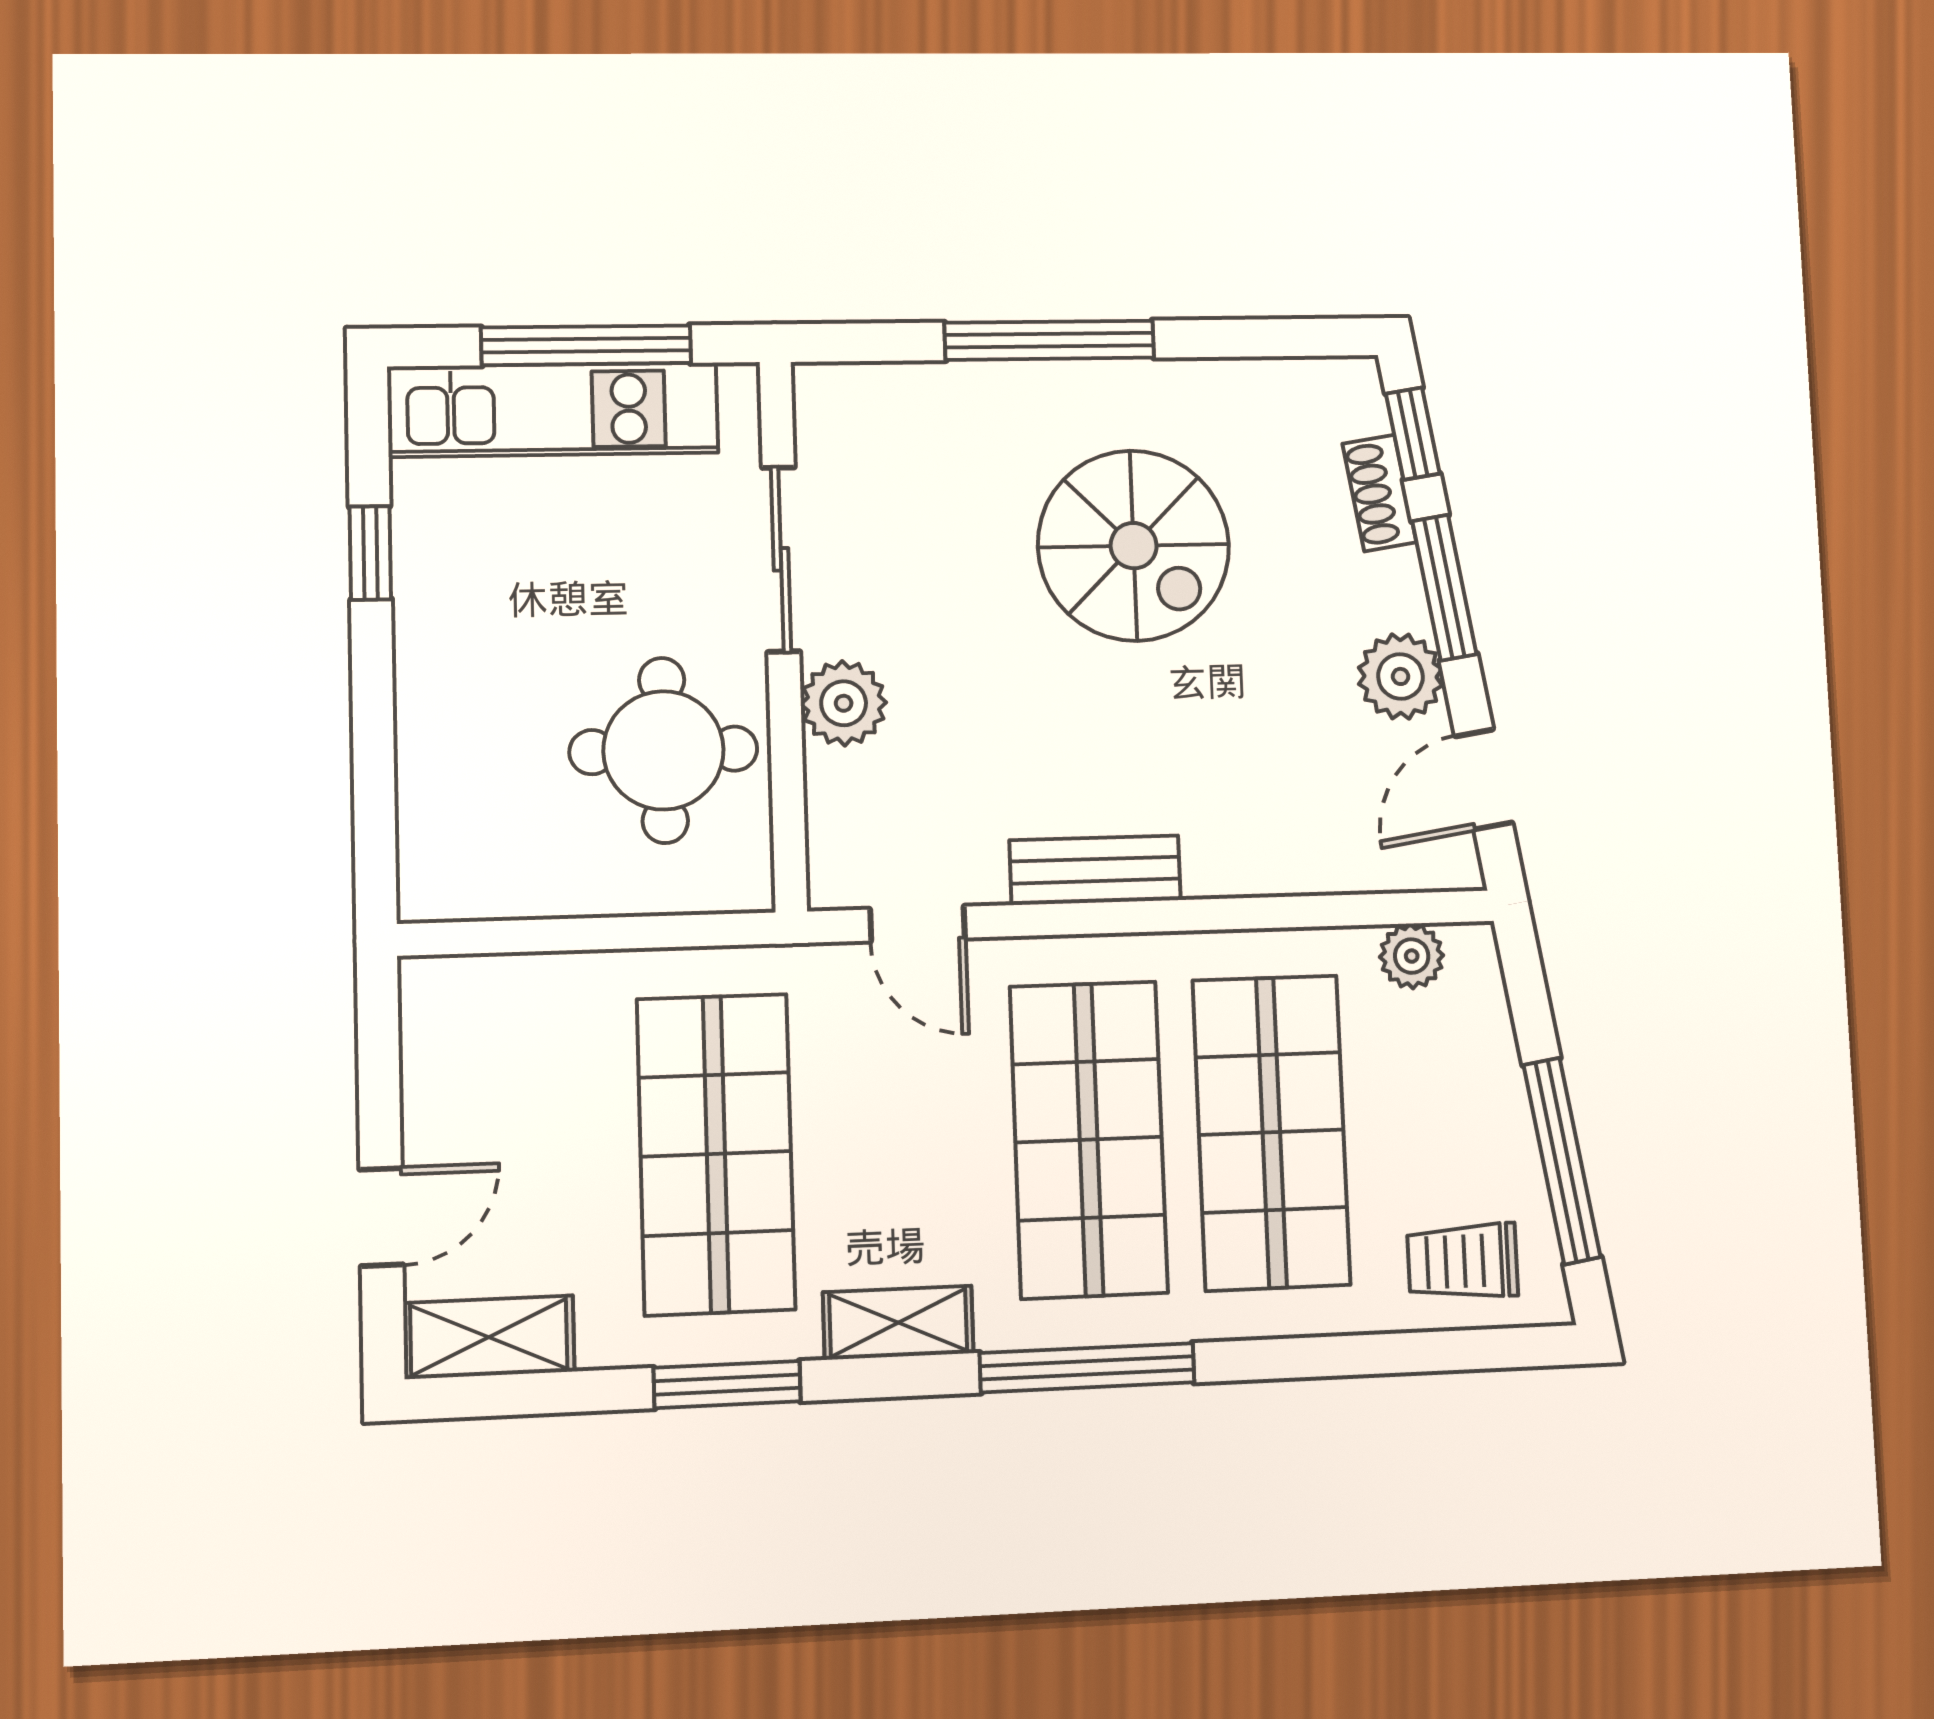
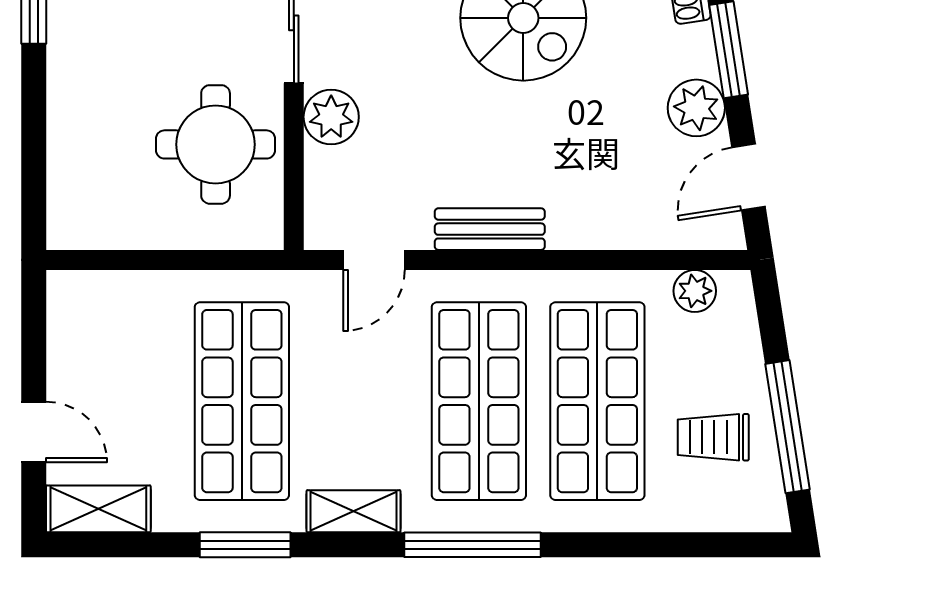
door: (917, 924) -> (374, 260), hinge flipped
door: (381, 1217) -> (34, 432), hinge flipped
trolley: (1463, 1261) -> (713, 437), moved

